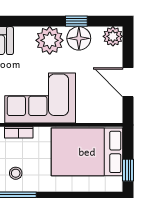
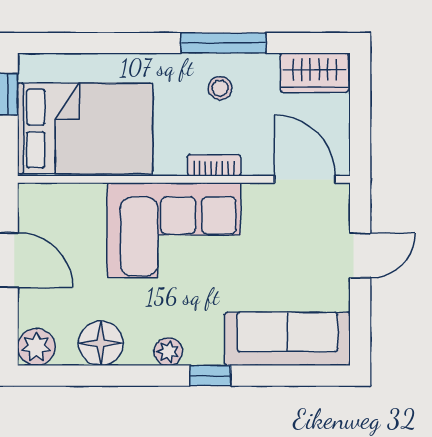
window: (76, 21) -> (210, 376), moved
plant: (50, 40) -> (168, 352), width x0.53, depth x0.53

